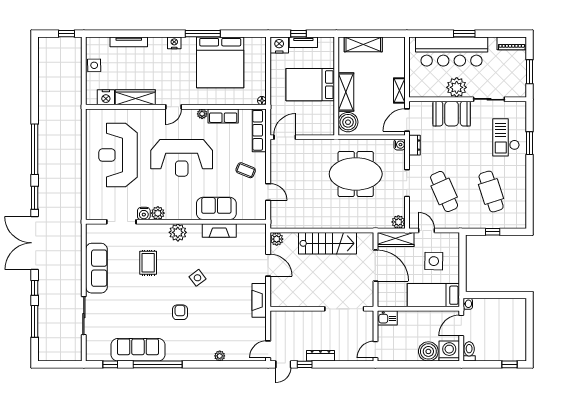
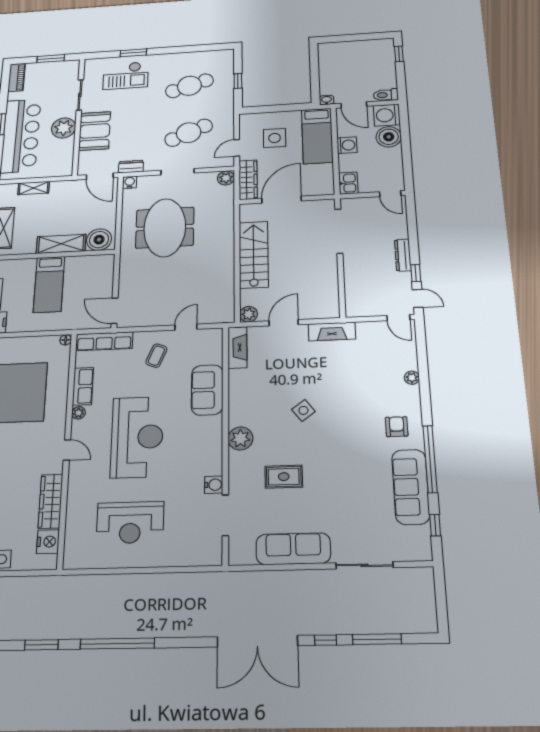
bed: (310, 85) -> (49, 284), width x0.67
shelving: (399, 91) -> (34, 188), moved
reception desk: (118, 155) -> (130, 523), width x0.74, depth x0.77
window: (35, 198) -> (41, 645), moved
plant: (158, 213) -> (213, 466), removed
fireplace: (219, 231) -> (237, 348), moved
armchair: (180, 312) -> (397, 427), moved, turned 90
washing machine: (423, 318) -> (347, 145), added

